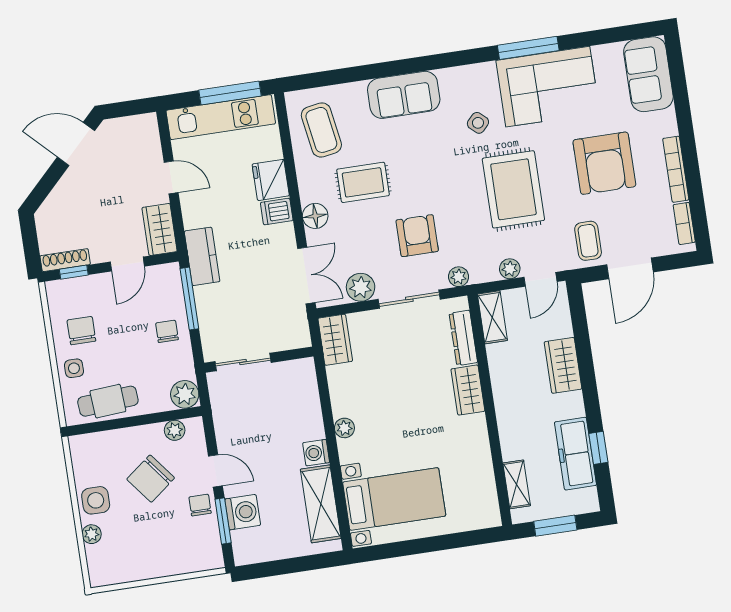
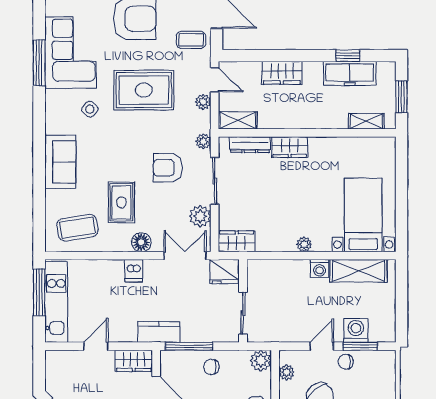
fridge: (271, 180) -> (224, 272), moved

